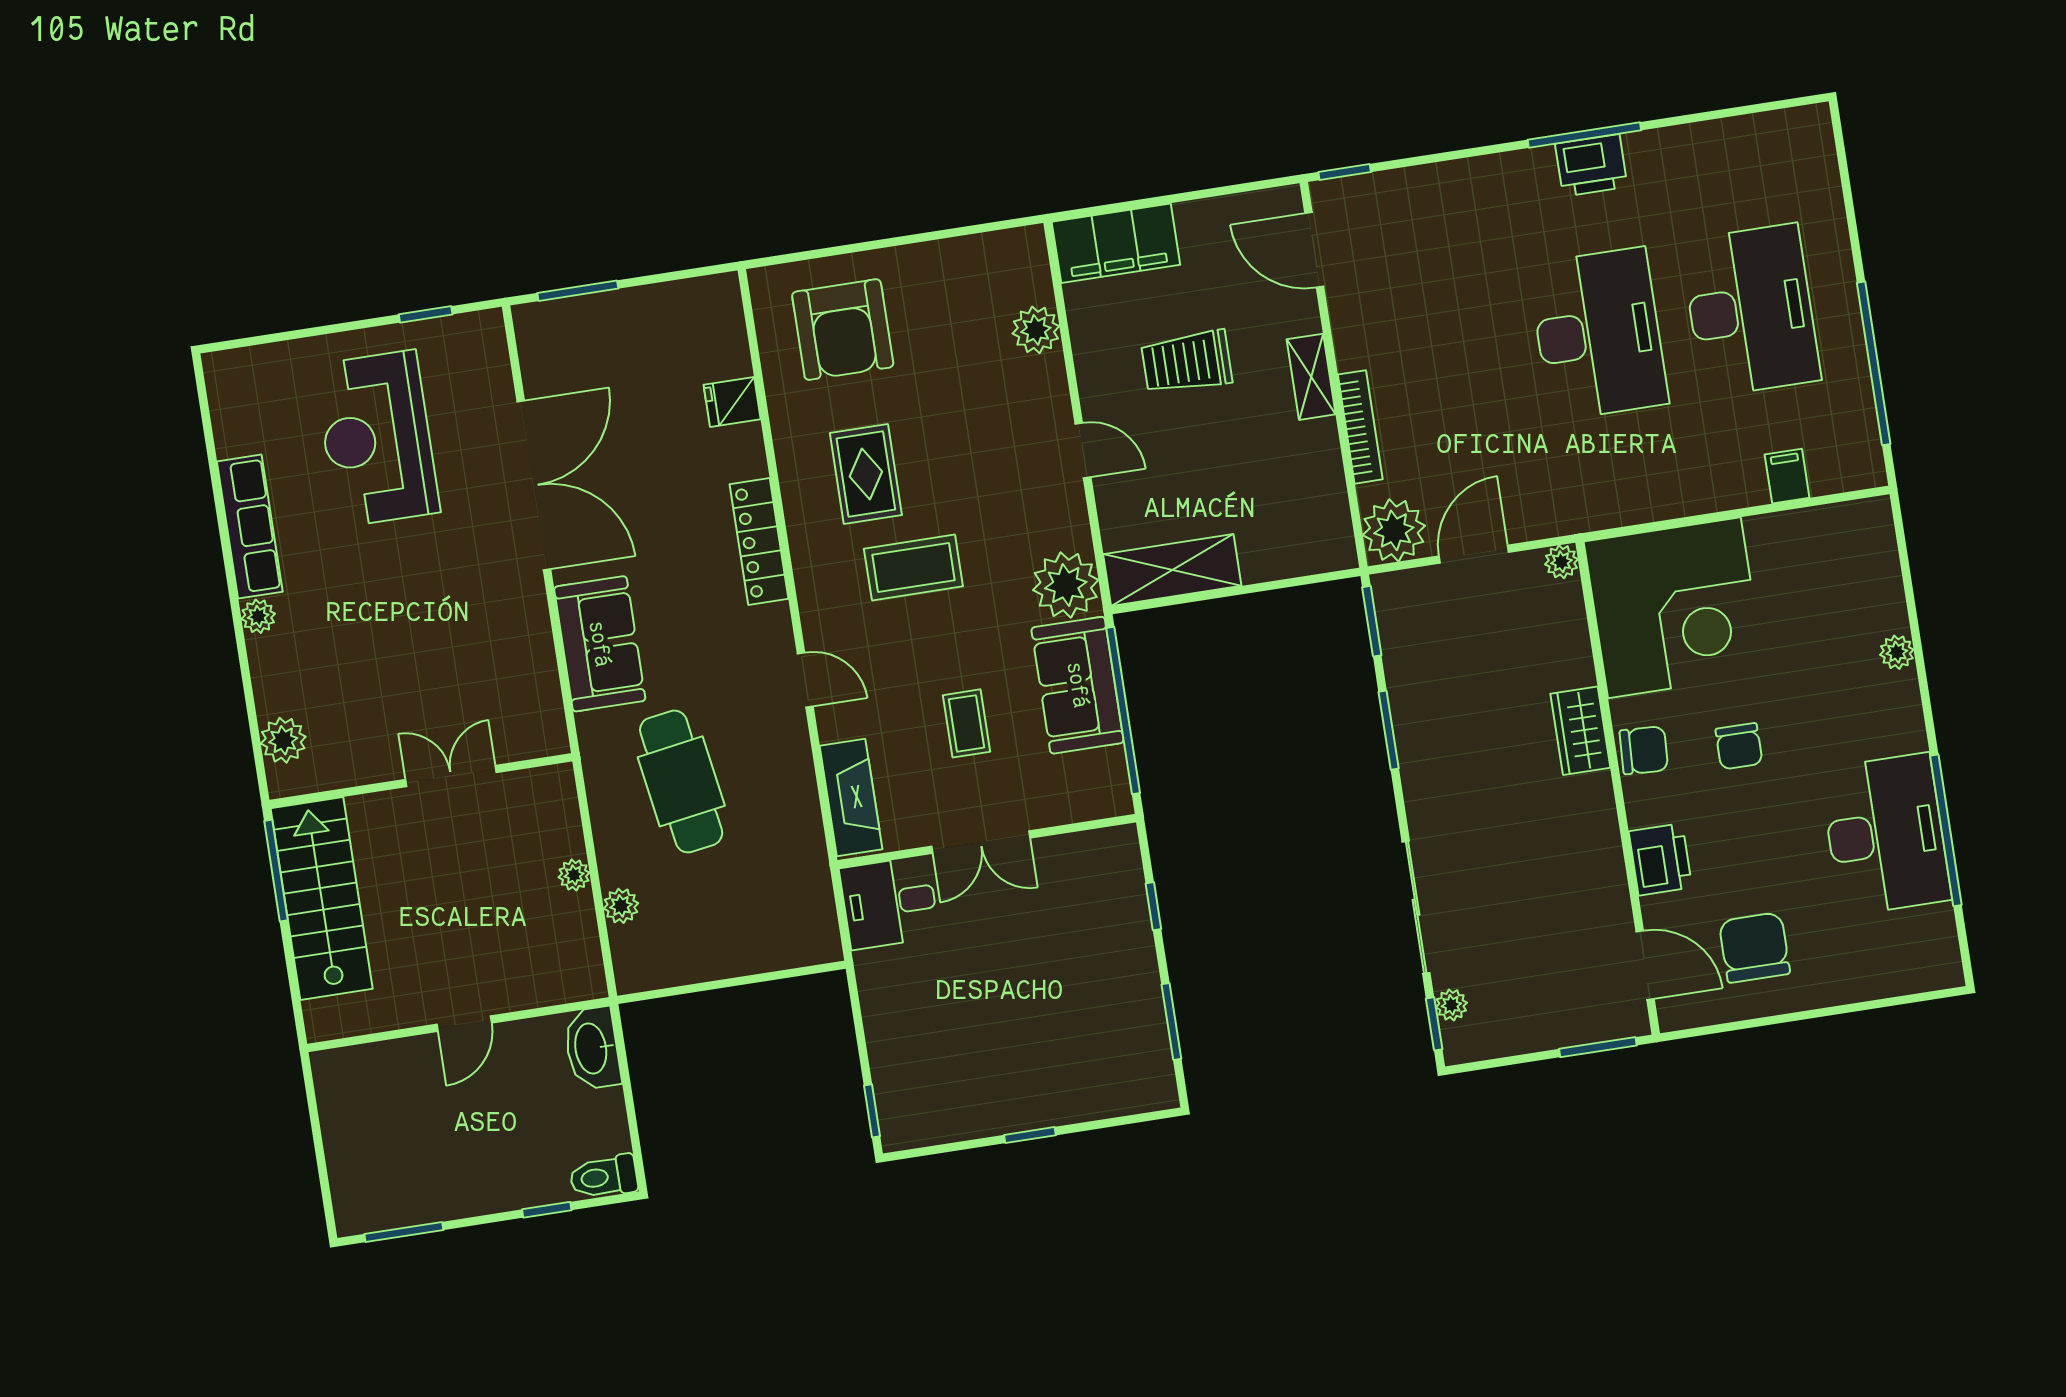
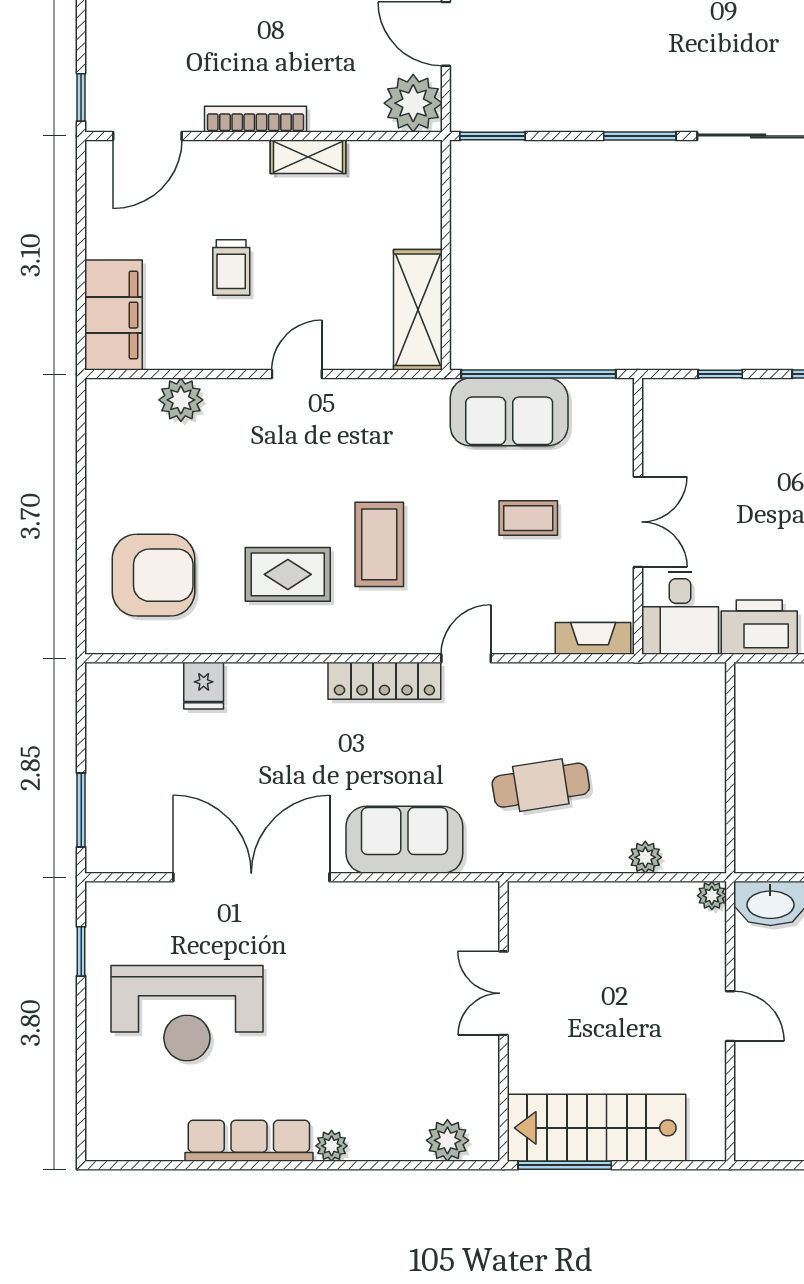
trolley: (1187, 362) -> (231, 268), width x0.73, depth x0.72
shelving: (1311, 377) -> (308, 157), moved
bookcase: (1360, 427) -> (255, 119), moved
locker: (759, 541) -> (384, 681), moved
plant: (1066, 585) -> (417, 409), removed
window: (1389, 730) -> (640, 136), moved
cafe table: (681, 781) -> (541, 785), width x0.73, depth x0.74
fireplace: (851, 797) -> (593, 638), width x0.73, depth x0.76
plant: (574, 875) -> (712, 896), moved
printer: (888, 990) -> (759, 627), added

